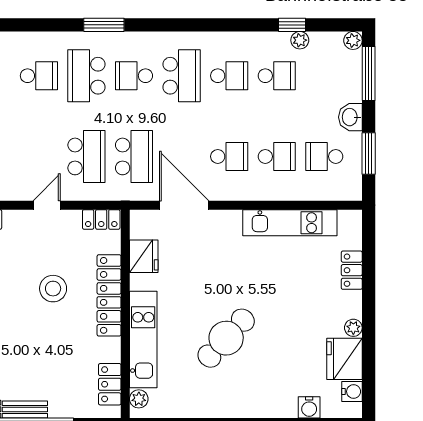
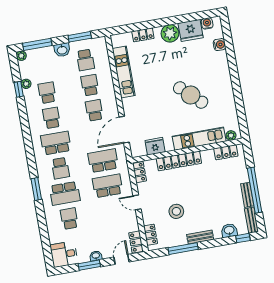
stool: (53, 289) -> (176, 211), moved
plant: (353, 328) -> (170, 33), width x1.87, depth x1.87

